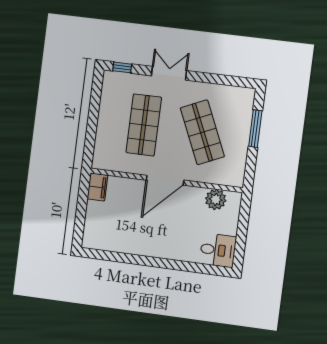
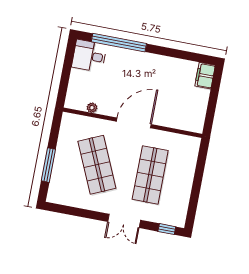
filing cabinet: (97, 187) -> (205, 76), moved
plant: (216, 199) -> (92, 108), width x0.53, depth x0.53
window: (186, 266) -> (119, 43), added

